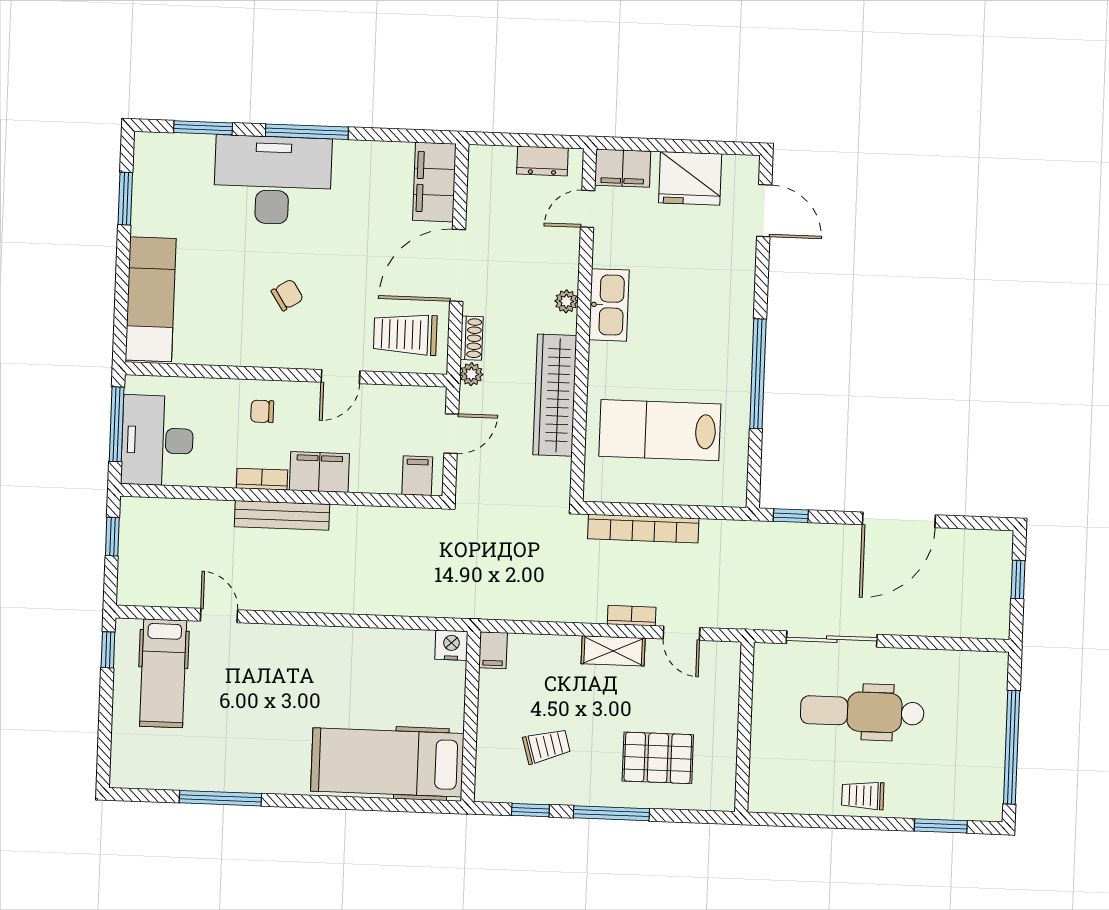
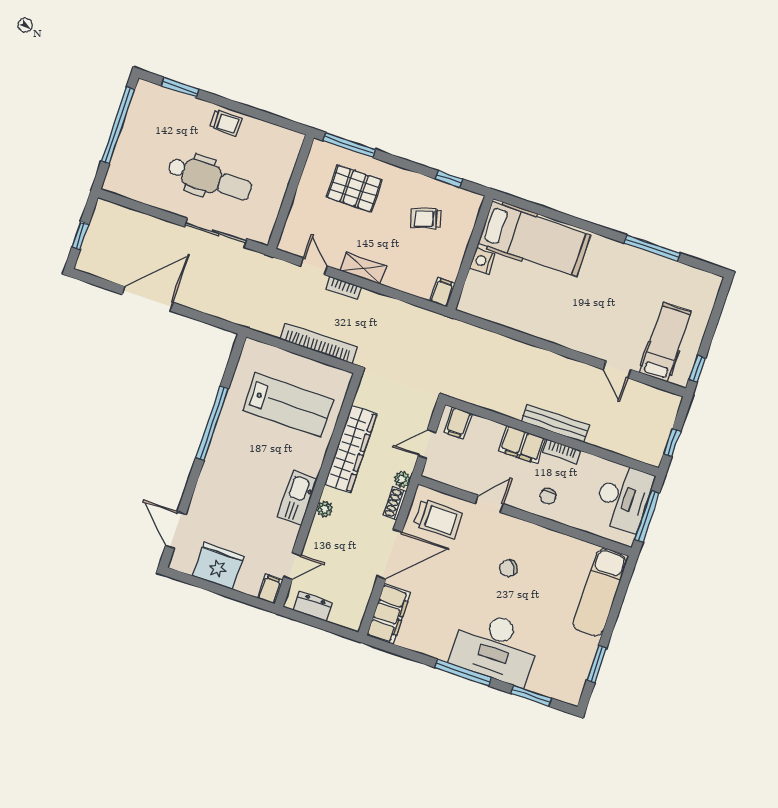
filing cabinet: (623, 168) -> (270, 589), width x0.50
chair: (262, 411) -> (548, 496), turned 90
window: (791, 516) -> (218, 323), removed
nightstand: (451, 645) -> (482, 261), moved, turned 90
window: (611, 813) -> (349, 145), moved

